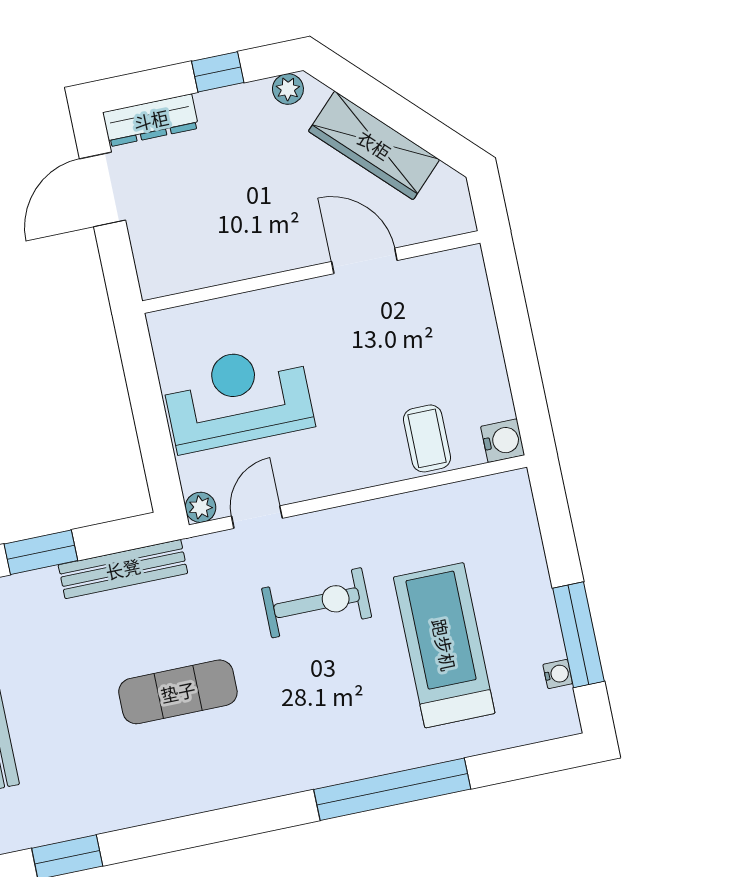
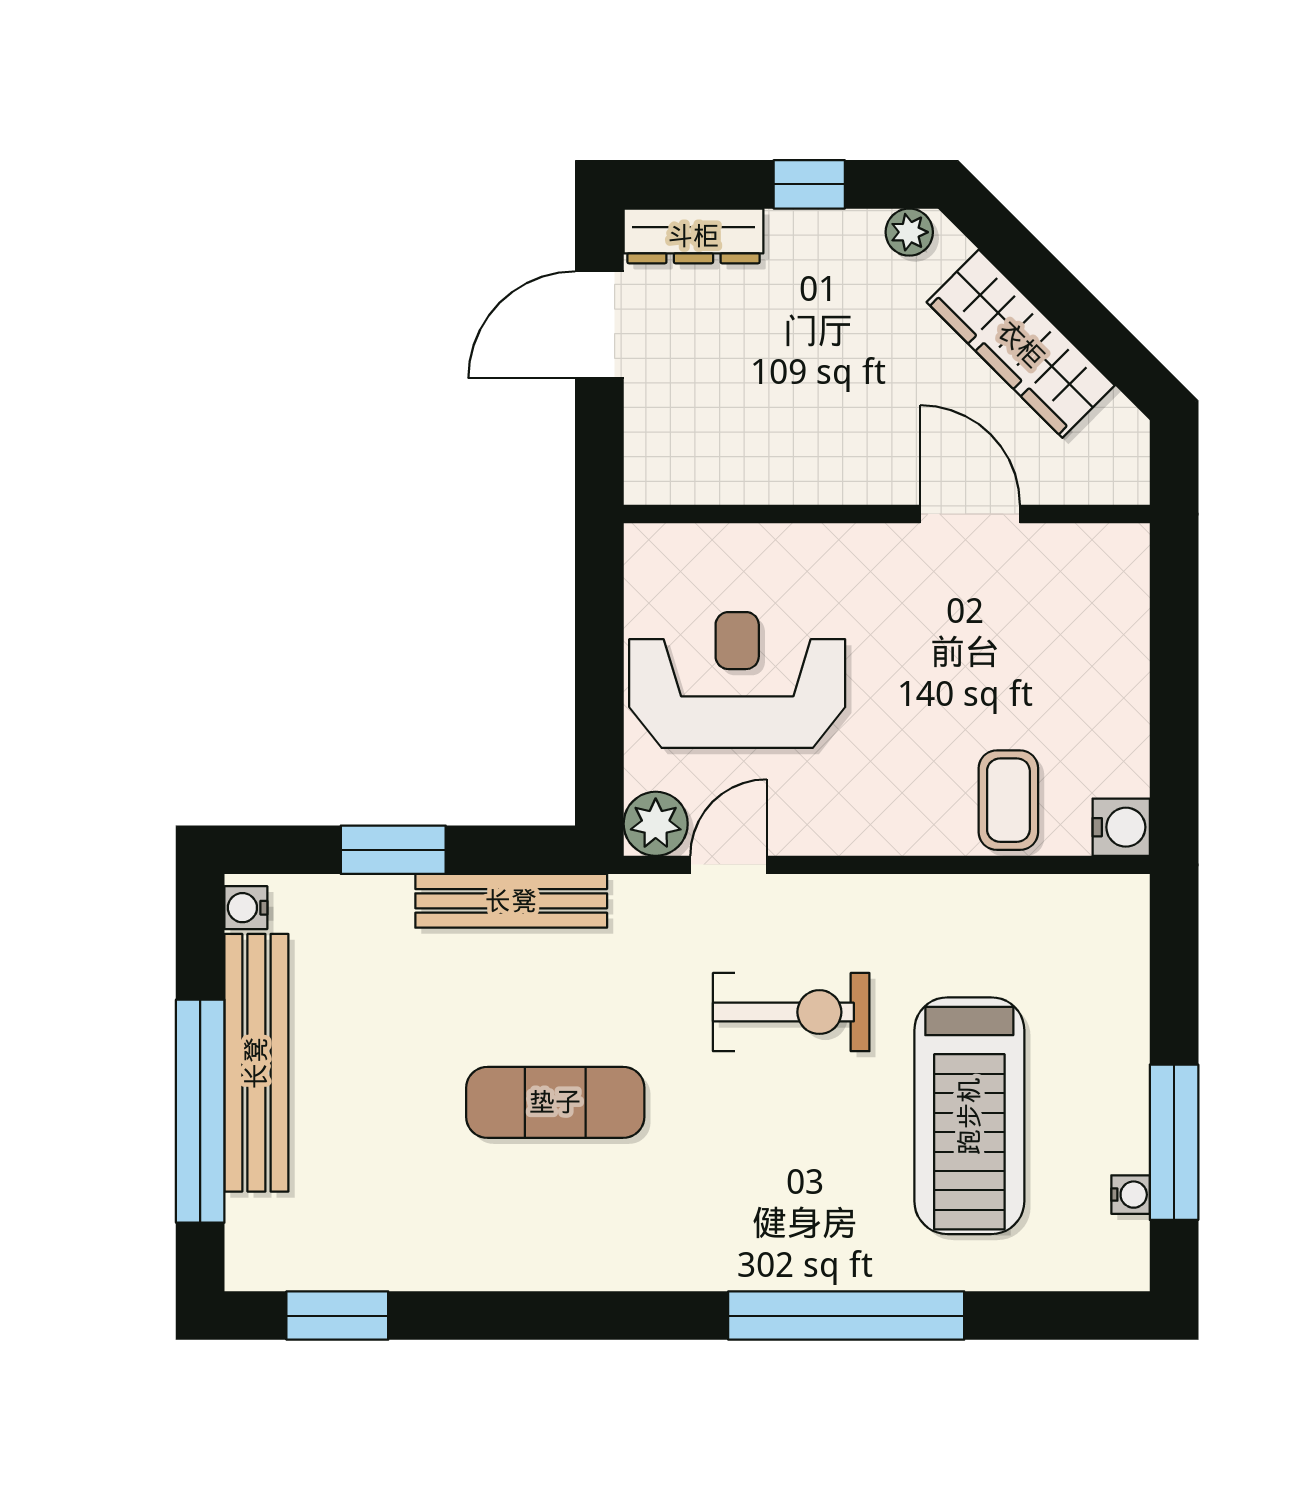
plant: (201, 507) -> (656, 824), width x1.38, depth x1.38
treadmill: (444, 645) -> (969, 1116), turned 180

